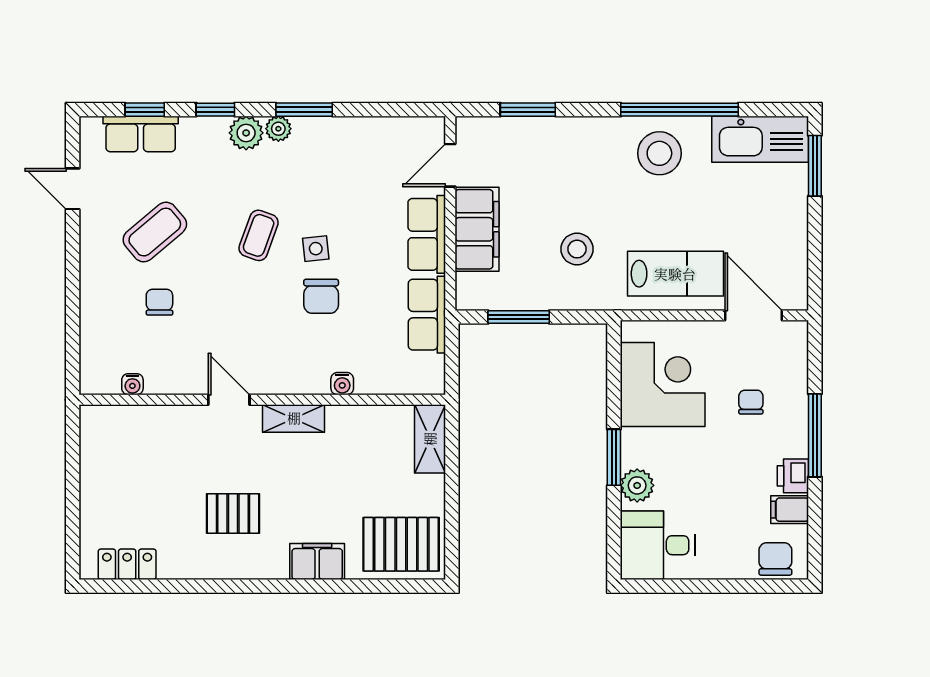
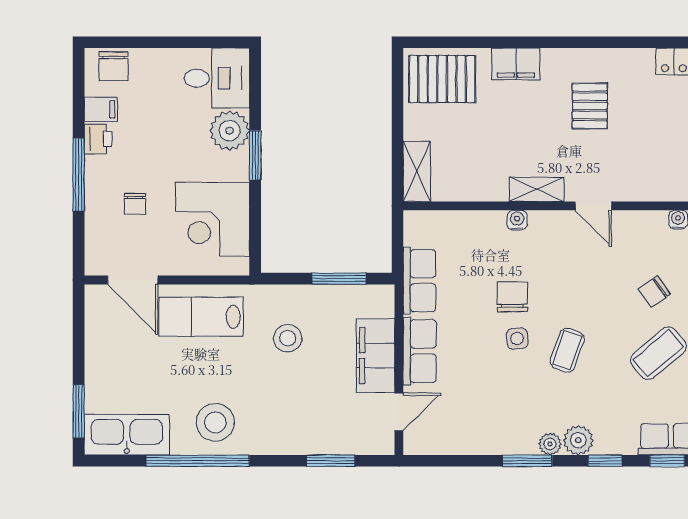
chair: (159, 302) -> (654, 292), turned 54
water cooler: (342, 384) -> (517, 220), moved
plant: (637, 485) -> (230, 131), width x1.36, depth x1.36
pallet: (233, 514) -> (590, 106), turned 90

